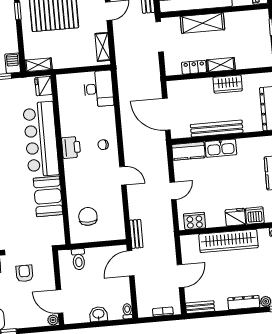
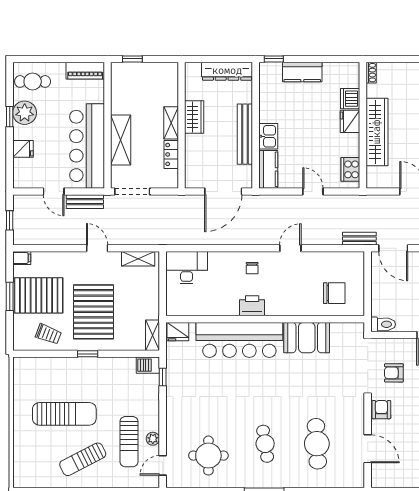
kitchen sink: (221, 148) -> (268, 136), width x0.73
chair: (88, 216) -> (334, 293), turned 180
toilet: (79, 259) -> (383, 324), moved

